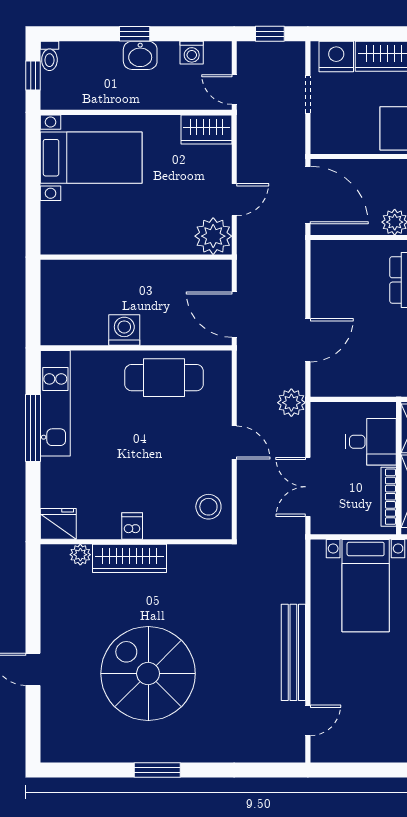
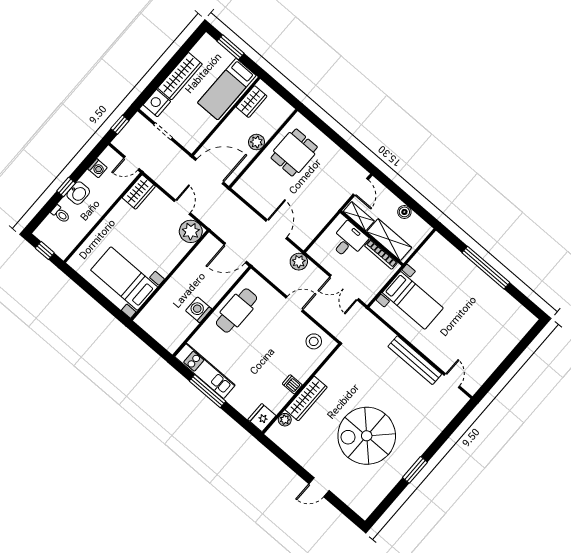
toilet: (49, 56) -> (61, 214), moved
bed with nightstands: (91, 158) -> (124, 279), moved, turned -90

